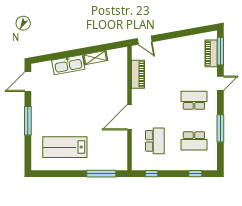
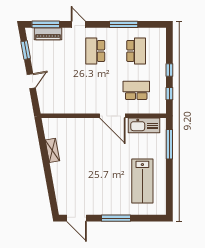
window: (195, 31) -> (26, 50), added
door: (145, 40) -> (31, 81), moved
kitchen sink: (68, 65) -> (144, 125), moved, turned 100
piano: (138, 74) -> (69, 107), removed
window: (195, 174) -> (169, 70), moved

